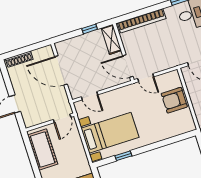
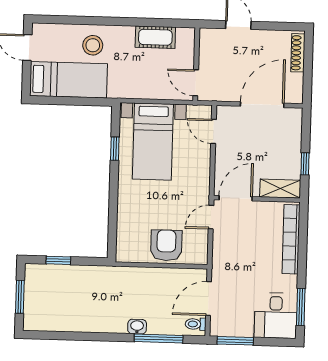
door: (90, 96) -> (214, 131), hinge flipped
cot: (43, 149) -> (155, 37), width x0.73, depth x0.75

